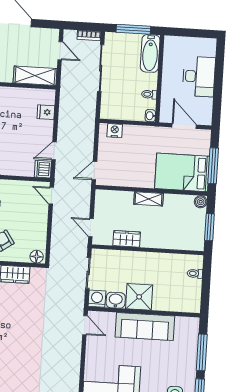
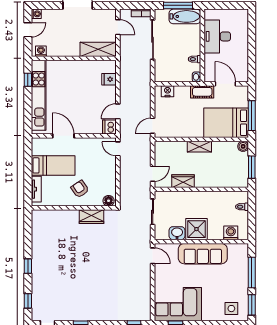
bathtub: (150, 53) -> (185, 16), moved, turned -90
desk: (199, 76) -> (217, 36), moved, turned 180
cot: (156, 134) -> (202, 92), added
door: (91, 228) -> (153, 174), swing flipped
washing machine: (97, 299) -> (231, 233), moved

